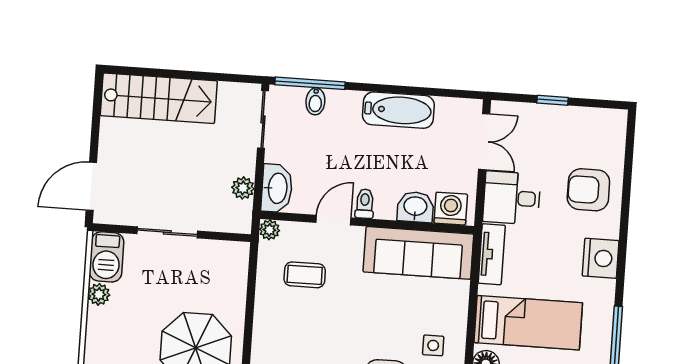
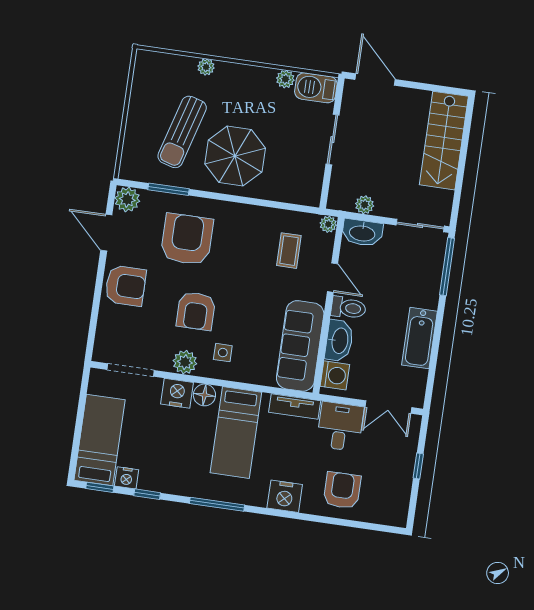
bidet: (315, 101) -> (432, 270), removed
toilet: (365, 204) -> (348, 308), width x1.37, depth x1.39
washbasin: (415, 207) -> (339, 341), width x1.38

